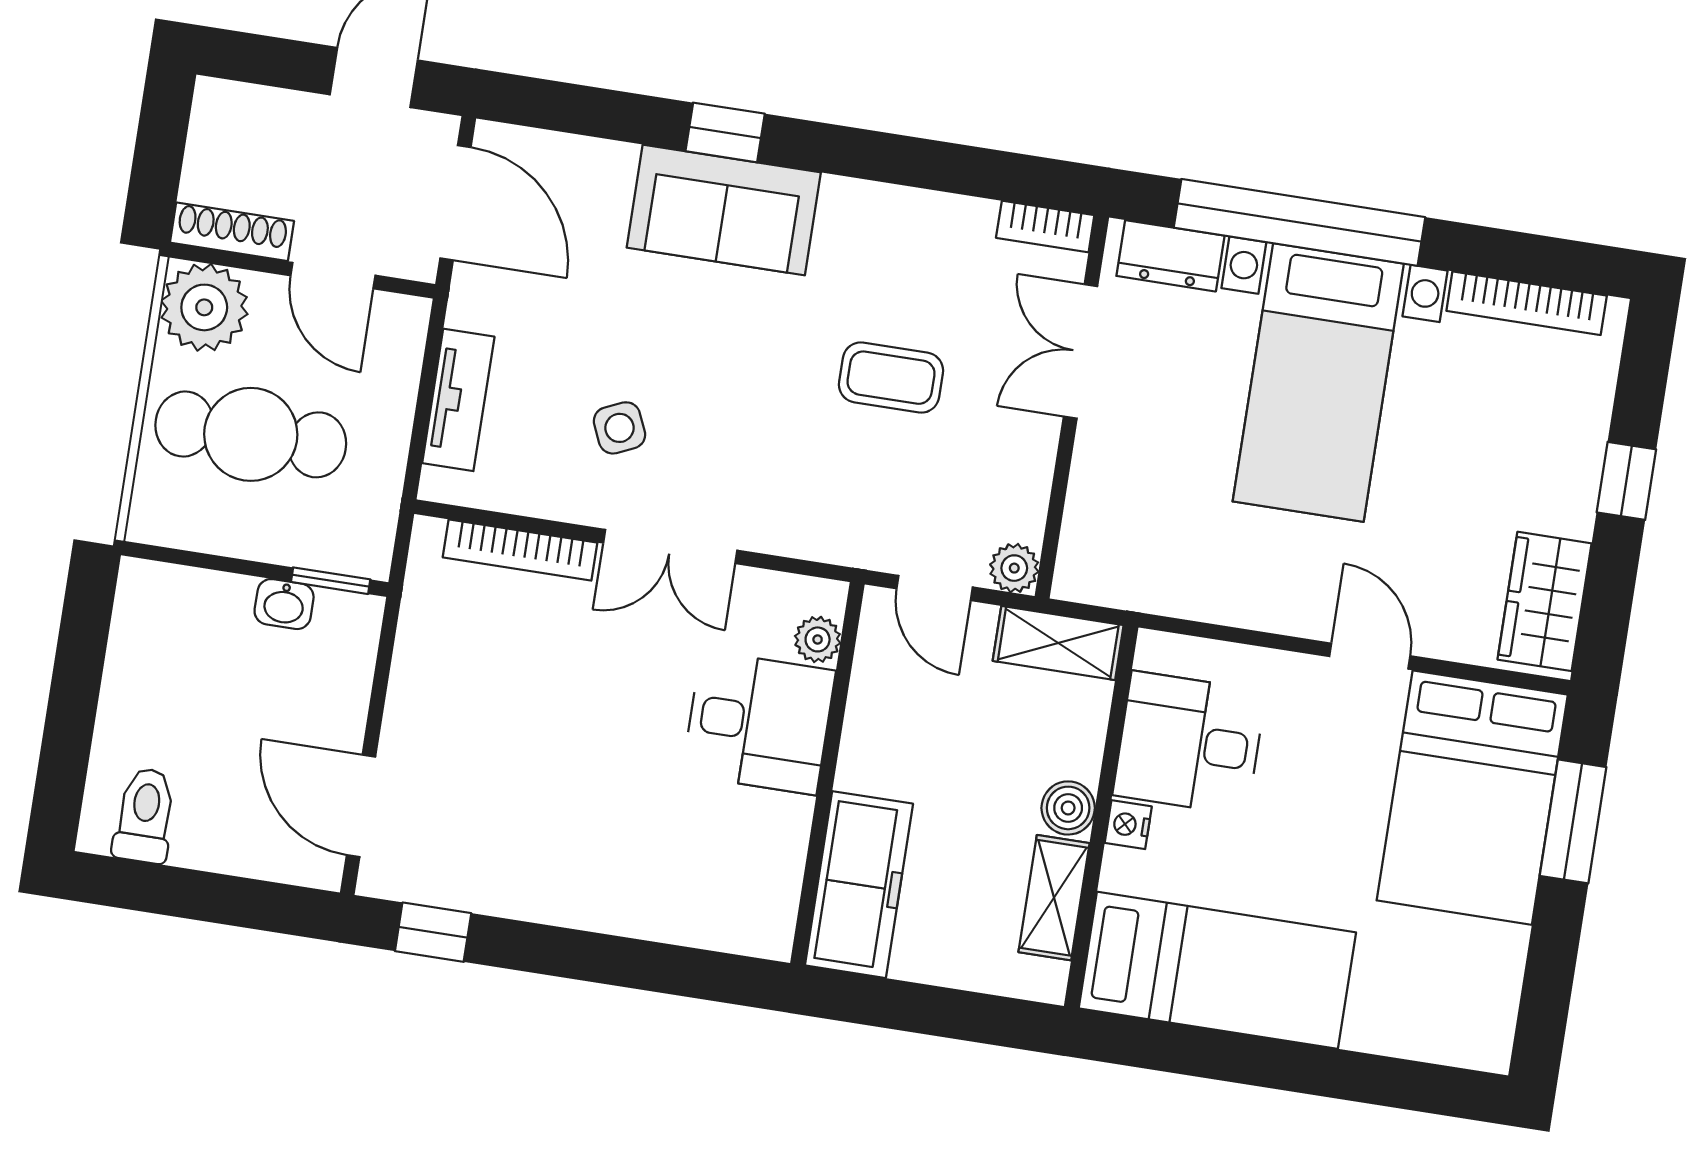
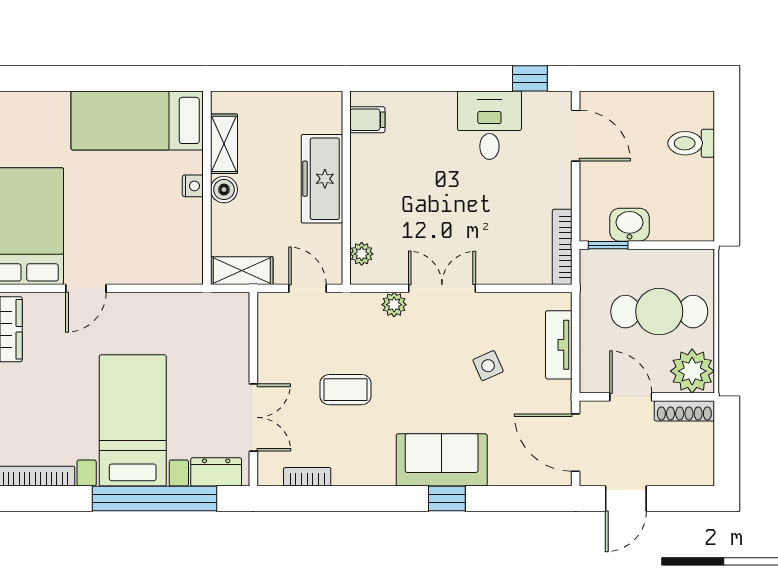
bookcase: (1045, 227) -> (307, 477), moved
side table: (619, 428) -> (488, 366), moved
bookcase: (520, 550) -> (562, 247), moved, turned -90
plant: (1014, 568) -> (394, 305), moved
washbasin: (284, 604) -> (629, 225), width x1.38, depth x1.45
door: (1370, 656) -> (86, 288), hinge flipped
desk: (759, 723) -> (489, 125), moved, turned 90
desk: (1189, 743) -> (169, 231), removed
toilet: (145, 815) -> (691, 143), moved, turned 90
freezer: (859, 885) -> (322, 179), moved
filing cabinet: (765, 901) -> (367, 120), added

